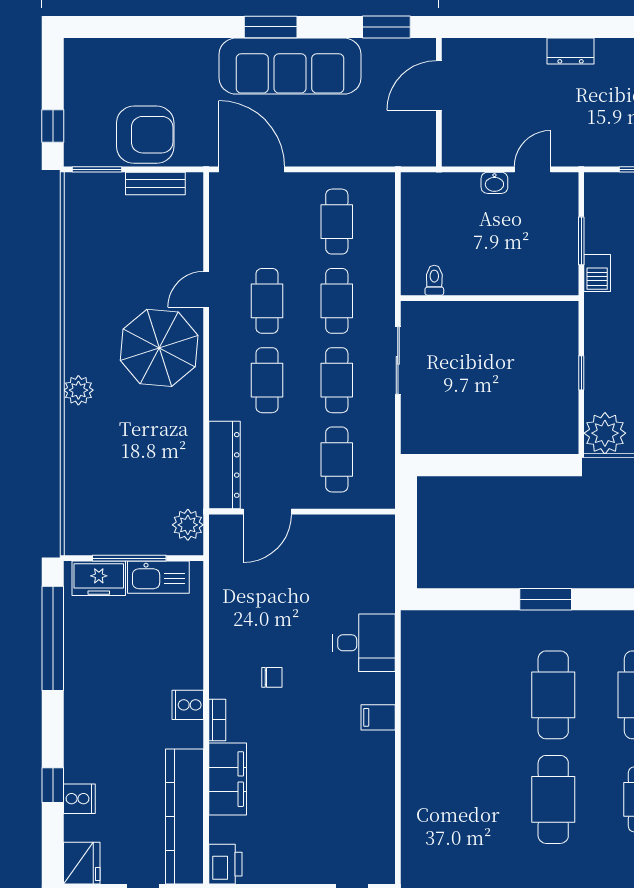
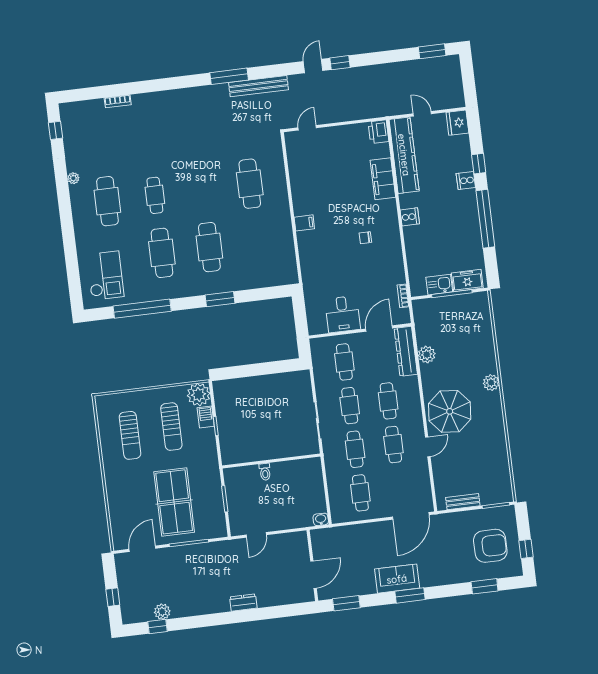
window: (135, 27) -> (485, 586), added
sofa: (290, 66) -> (397, 579), width x0.54, depth x0.79
window: (53, 126) -> (526, 549), moved
armchair: (145, 135) -> (490, 546), moved, turned 180
door: (252, 169) -> (411, 516), hinge flipped
washbasin: (494, 183) -> (321, 519), moved
barbecue: (597, 273) -> (206, 417), moved
toilet: (434, 280) -> (265, 472), moved
plant: (188, 525) -> (427, 355), moved
kitchen sink: (158, 577) -> (439, 285), width x0.73
window: (53, 638) -> (485, 219), moved
desk: (364, 643) -> (343, 314), moved, turned -90
bookcase: (217, 720) -> (403, 296), moved
cooker: (79, 799) -> (466, 180), moved
cafe table: (553, 799) -> (250, 184), moved

